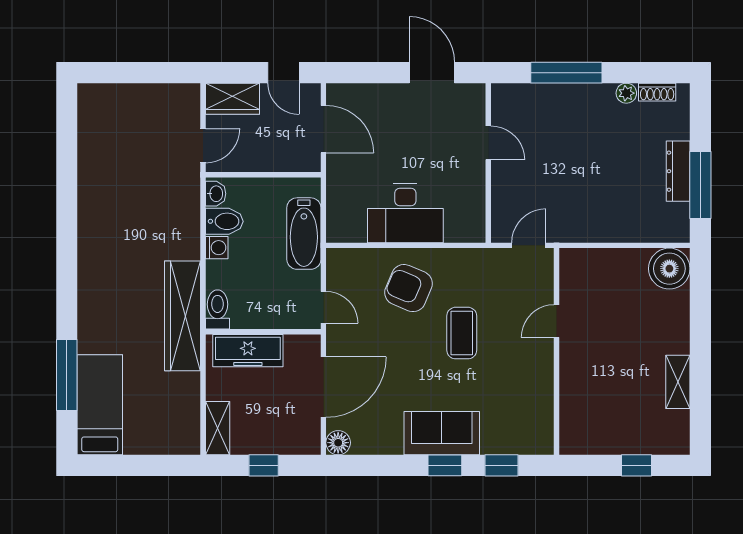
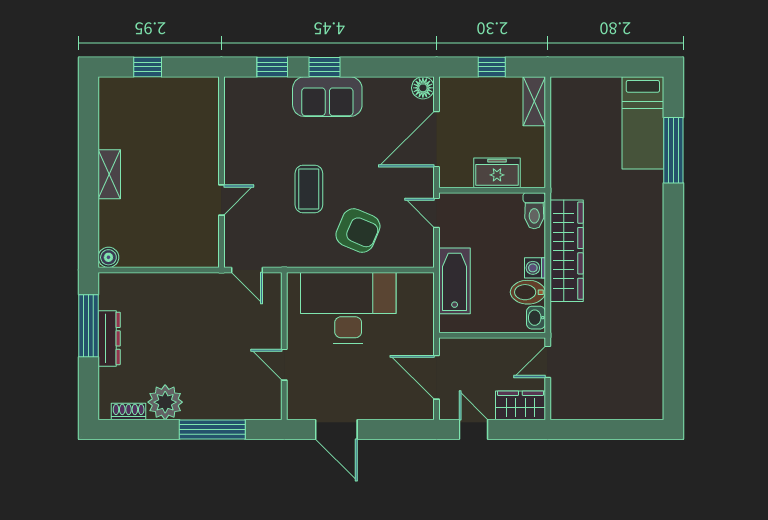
plant: (626, 93) -> (165, 402), width x1.88, depth x1.88
desk: (405, 213) -> (348, 308), width x1.36, depth x1.30
door: (529, 245) -> (247, 270), hinge flipped
boiler: (669, 269) -> (108, 257), width x0.54, depth x0.54
wardrobe: (182, 316) -> (567, 251), moved
freezer: (248, 351) -> (497, 173), width x0.71
shelving: (678, 382) -> (109, 174), moved

